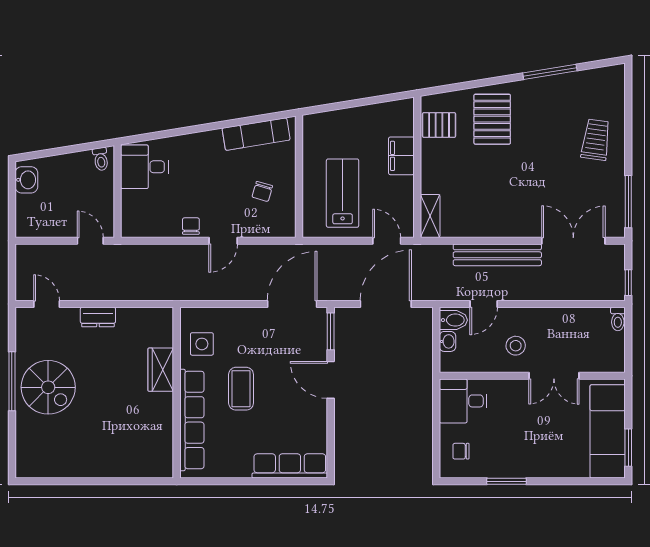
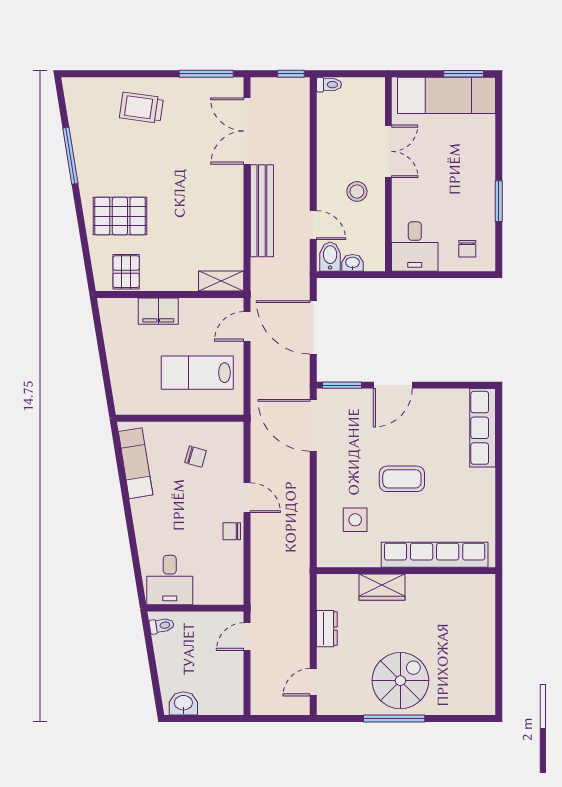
wardrobe: (161, 370) -> (382, 587), moved
wall: (177, 393) -> (406, 571), moved
row of seats: (192, 420) -> (435, 555), moved

